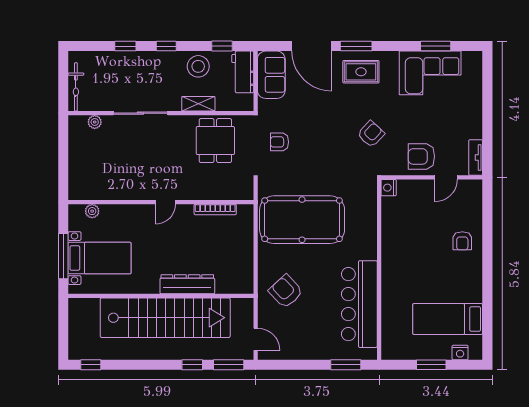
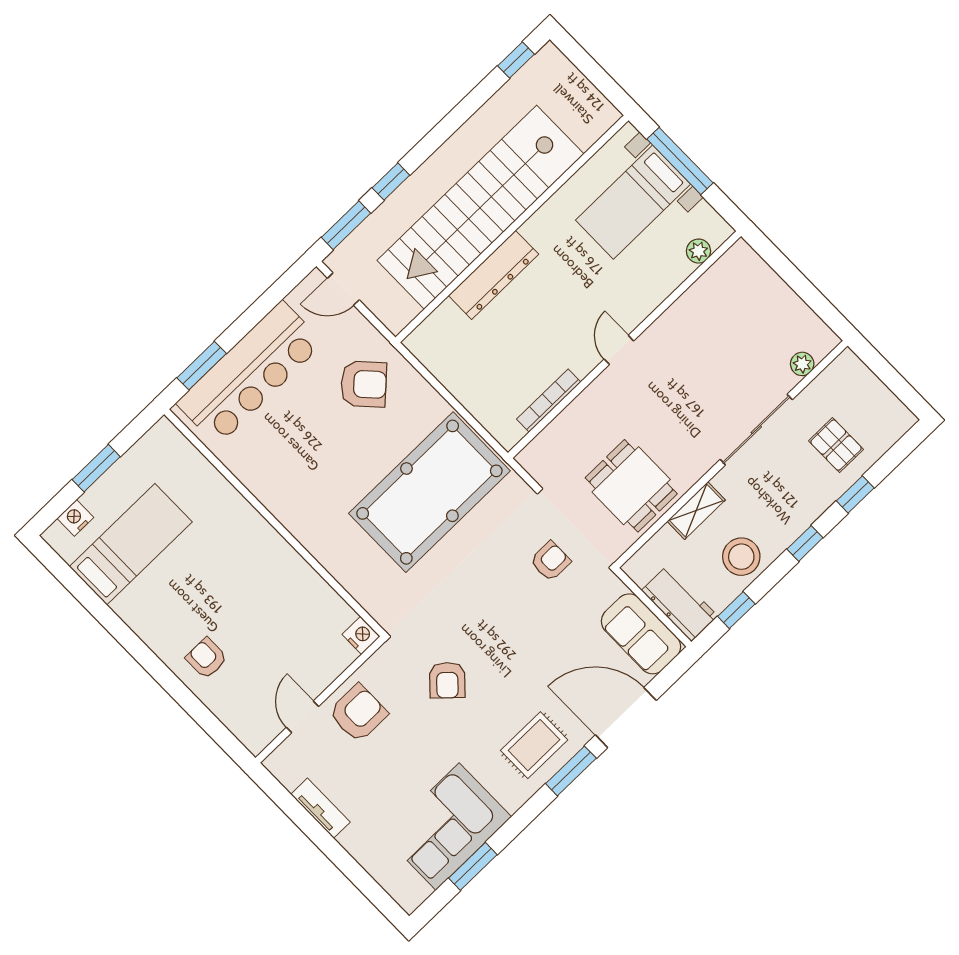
pallet: (113, 74) -> (836, 445), added
bicycle: (76, 87) -> (867, 385), removed
tv unit: (476, 158) -> (320, 808), moved
bar counter: (359, 304) -> (250, 373), moved, turned 90

